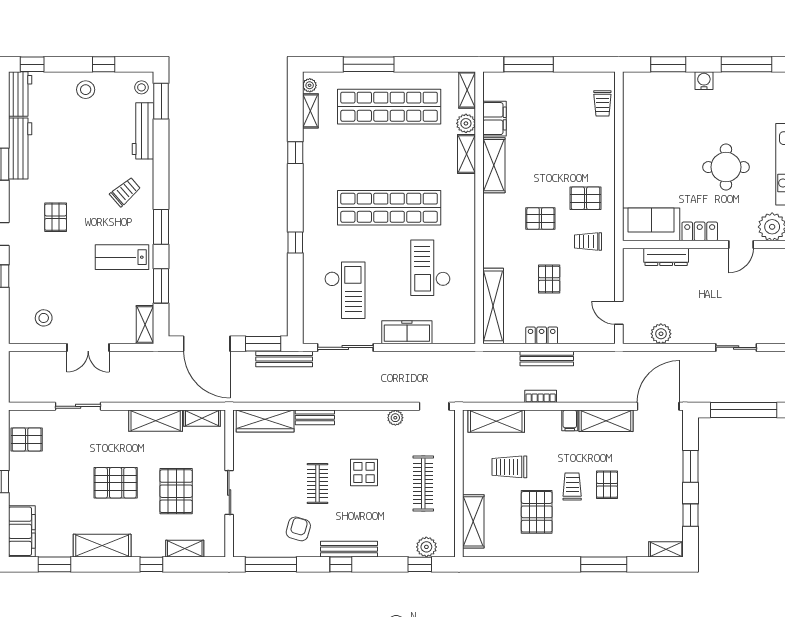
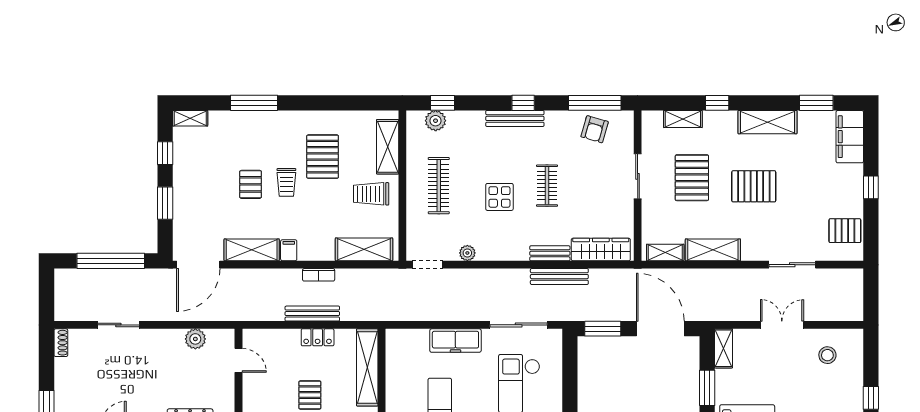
bench: (284, 359) -> (559, 277), moved
trolley: (509, 467) -> (371, 194), moved, turned 180
armchair: (298, 529) -> (595, 129), moved

